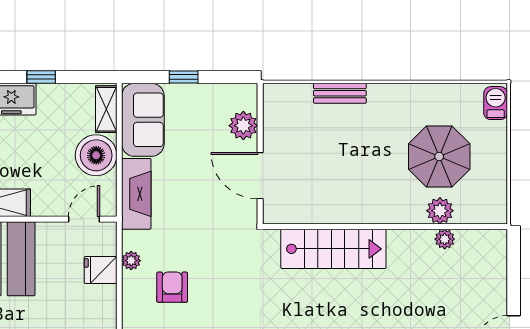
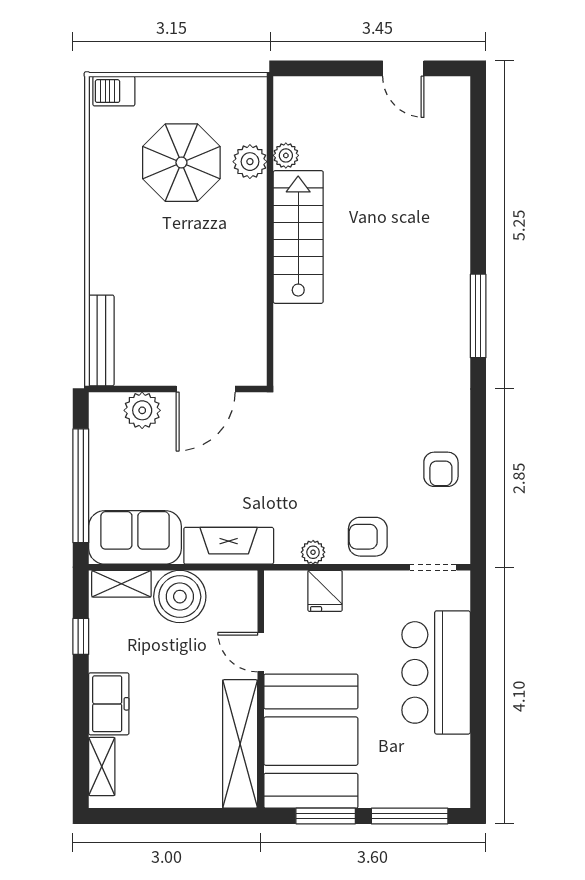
window: (41, 77) -> (81, 636), moved
window: (184, 77) -> (81, 486), width x3.17
bench: (340, 93) -> (101, 340), moved, width x1.36
door: (84, 219) -> (261, 652), moved
stairs: (333, 249) -> (298, 237), moved
armchair: (172, 287) -> (368, 537), moved

